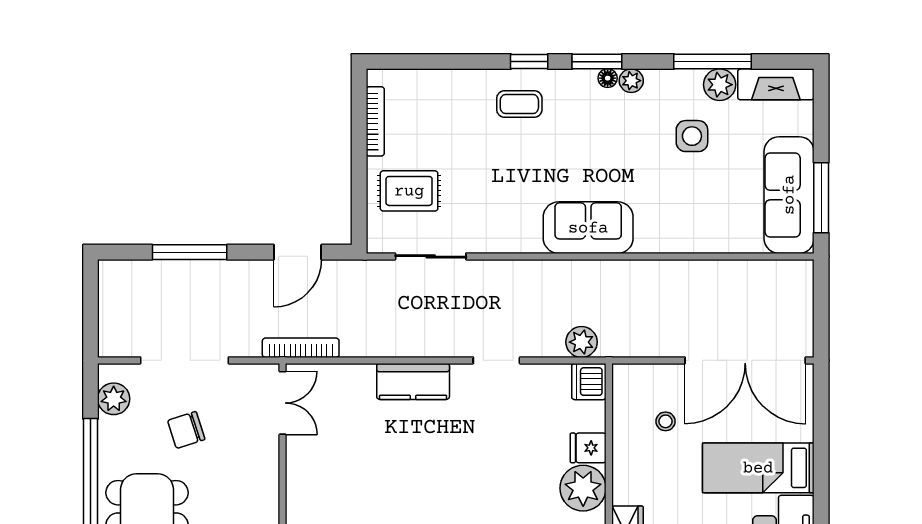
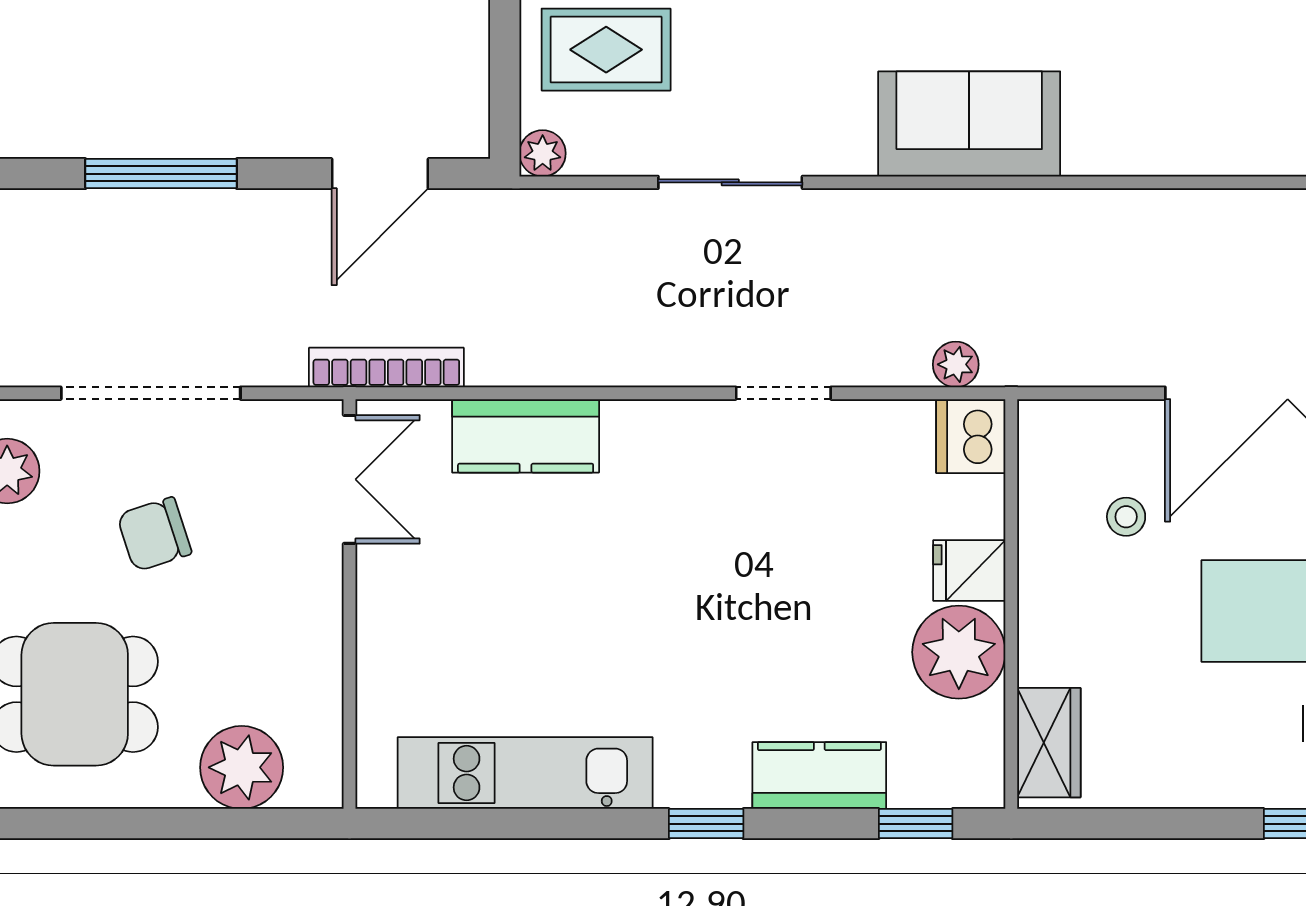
plant: (378, 242) -> (543, 153), added
sliding door: (431, 256) -> (730, 182), moved
plant: (582, 342) -> (956, 364), width x0.73, depth x0.73
kitchen counter: (413, 381) -> (526, 436), moved

